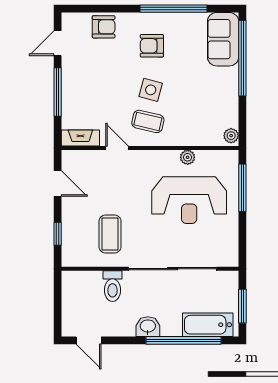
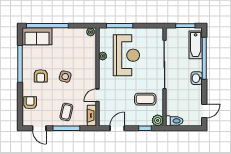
coffee table: (148, 121) -> (66, 112), moved
plant: (72, 257) -> (158, 120), added
toilet: (112, 286) -> (174, 121), moved

